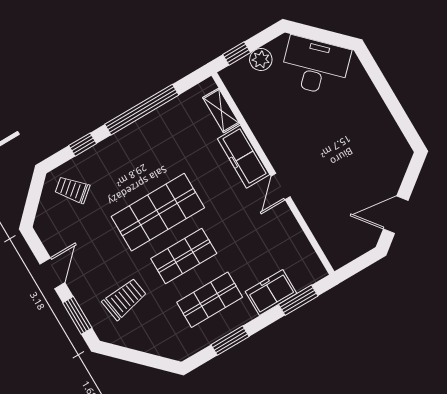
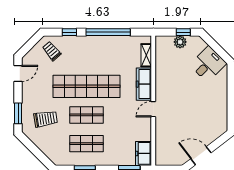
window: (237, 53) -> (183, 32), moved
desk: (315, 66) -> (208, 64), width x0.73
shop shelf: (158, 212) -> (87, 86), width x1.40
door: (52, 273) -> (18, 73), moved
freezer: (271, 293) -> (144, 153), moved, turned -90

